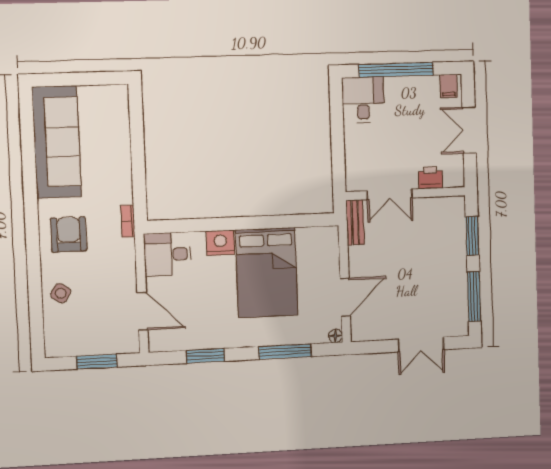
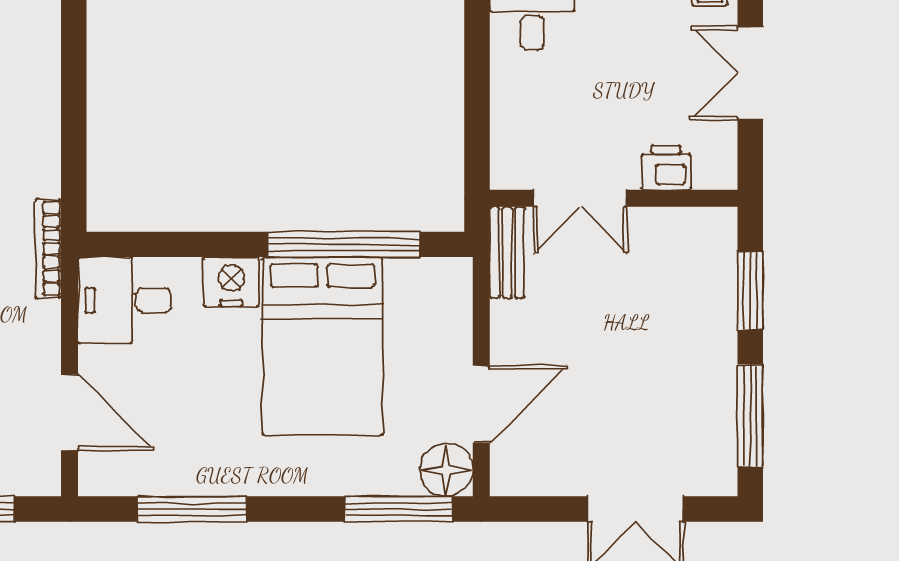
bookcase: (128, 221) -> (48, 249), width x1.56
window: (275, 222) -> (344, 244), added
floor lamp: (336, 336) -> (446, 470), width x1.89, depth x1.89
window: (285, 352) -> (398, 509), moved
window: (205, 356) -> (192, 509), width x1.44

